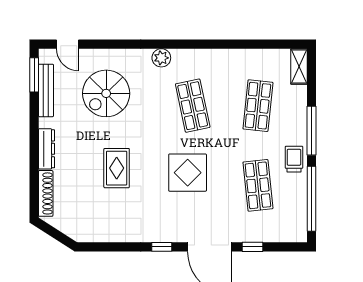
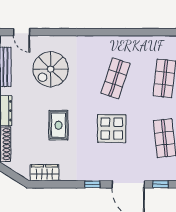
plant: (161, 58) -> (92, 42), removed
shop shelf: (193, 106) -> (116, 78), turned 30
wardrobe: (98, 231) -> (45, 173), added

